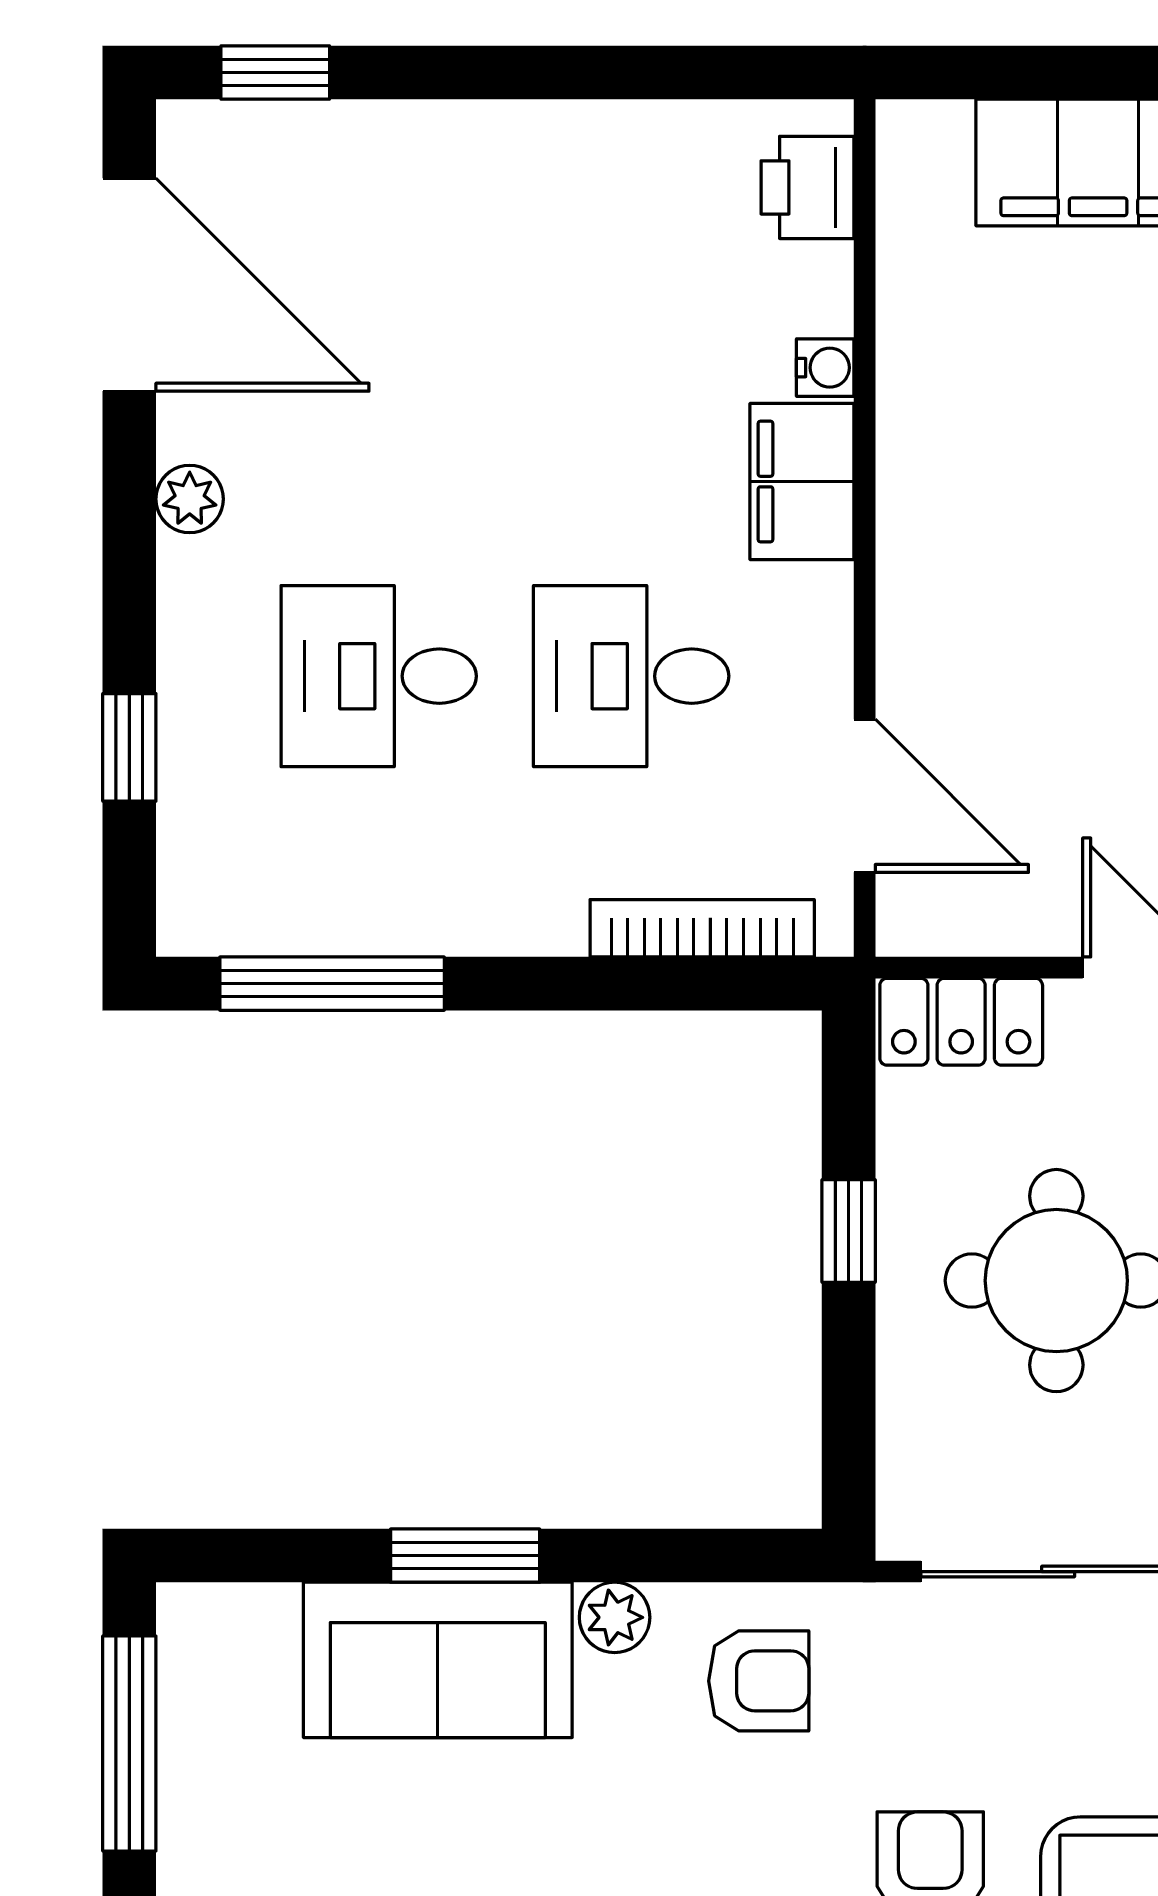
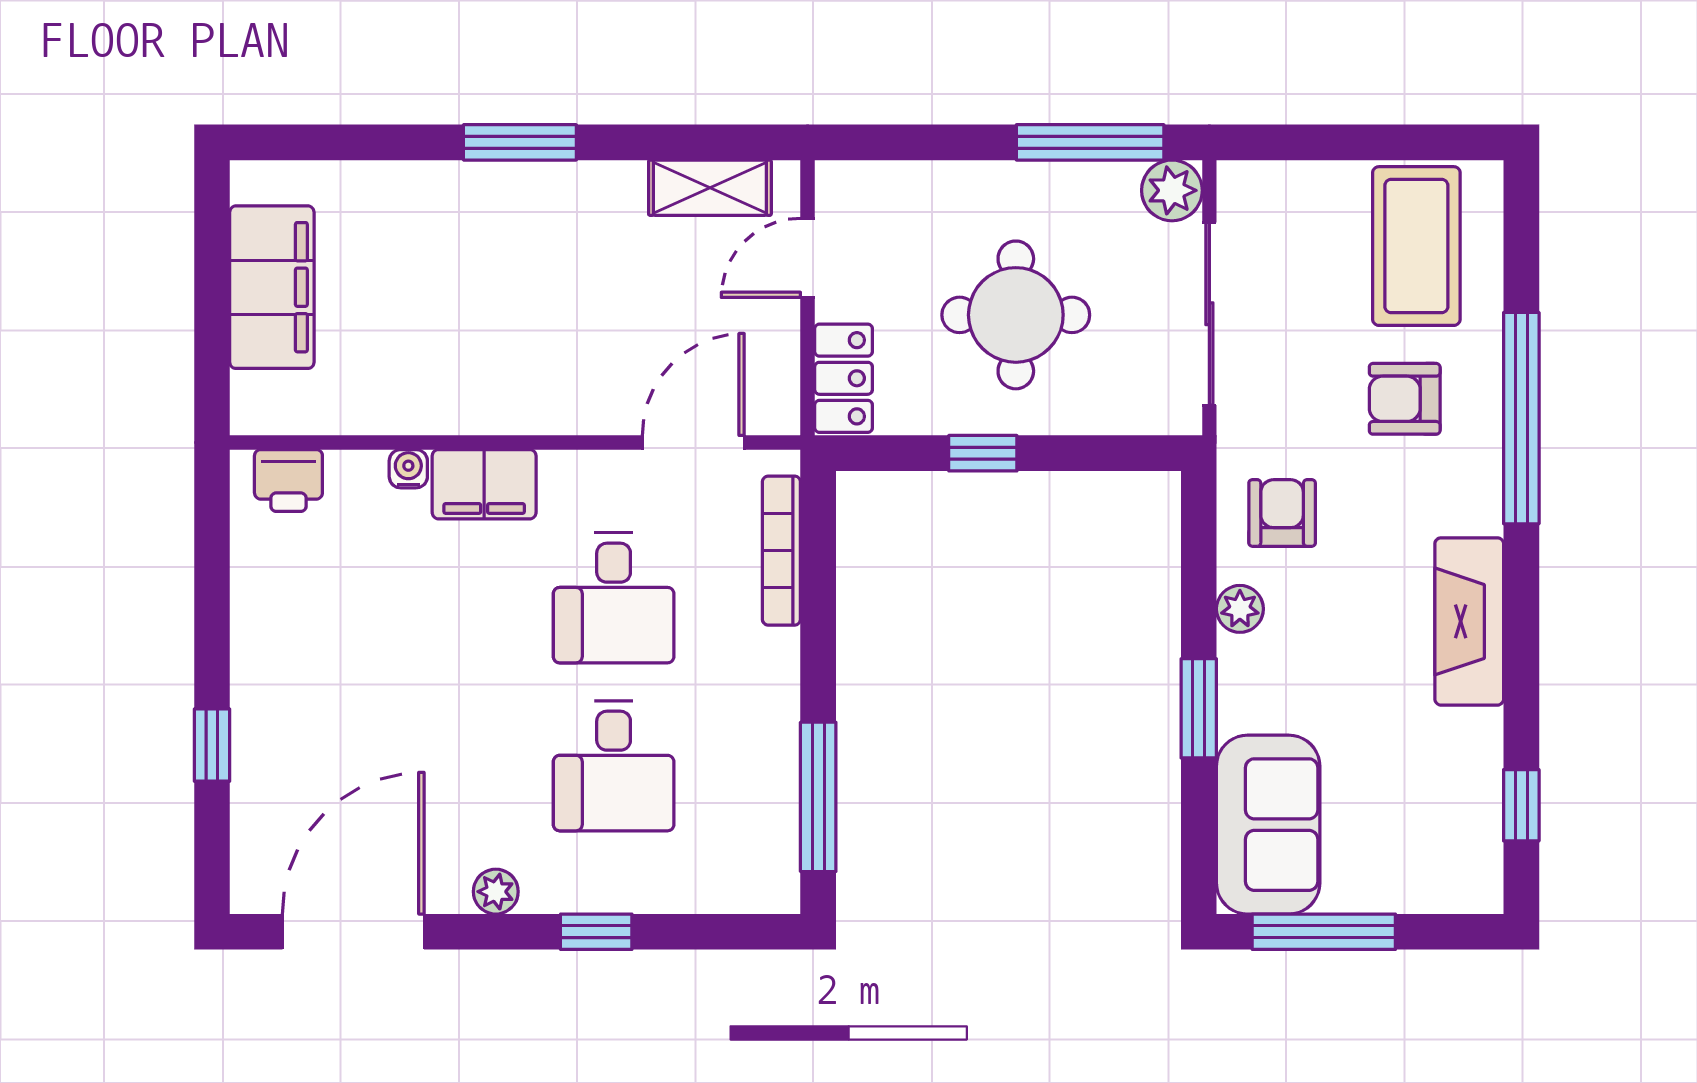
window: (275, 73) -> (212, 745), moved
window: (129, 747) -> (596, 932), moved
sofa: (438, 1660) -> (1268, 825), moved

